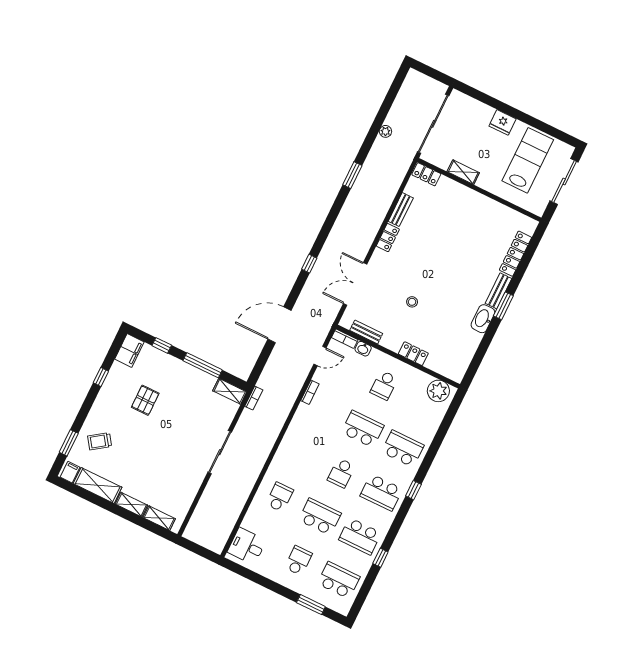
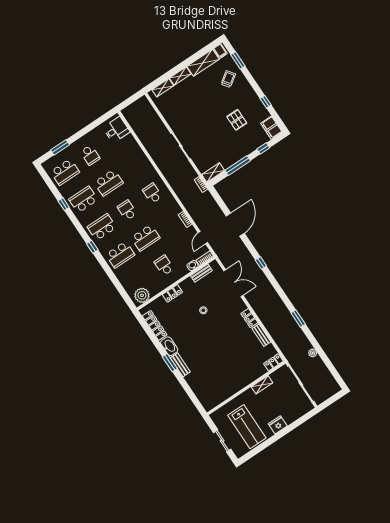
sliding door: (564, 181) -> (222, 441), width x0.73
locker: (515, 254) -> (155, 325), moved
school desk: (280, 497) -> (152, 193), moved, turned 180

